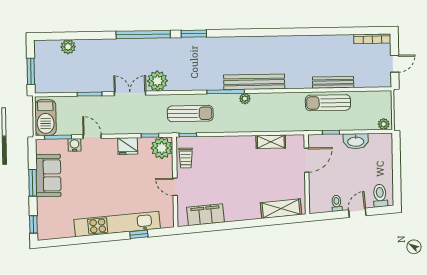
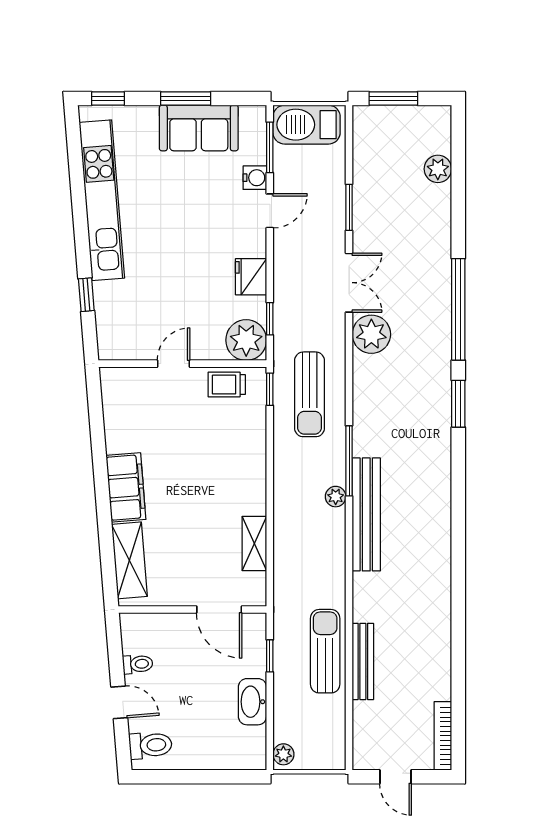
filing cabinet: (205, 215) -> (126, 487), moved
kitchen unit: (117, 224) -> (102, 200), moved

